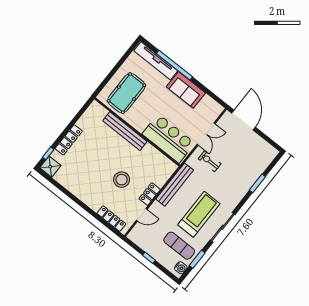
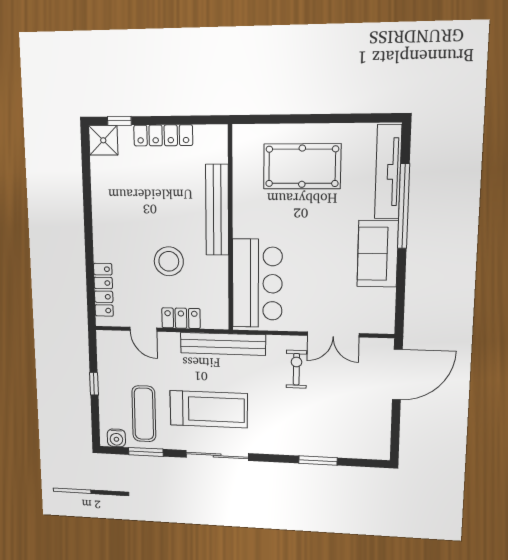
bench: (125, 131) -> (217, 210), moved
wall: (137, 132) -> (230, 229), moved
bar counter: (169, 139) -> (257, 283), moved

